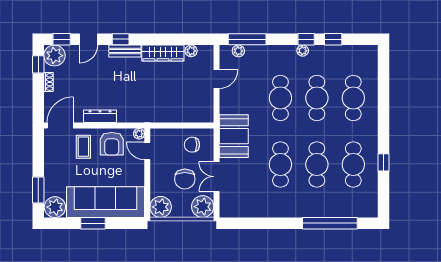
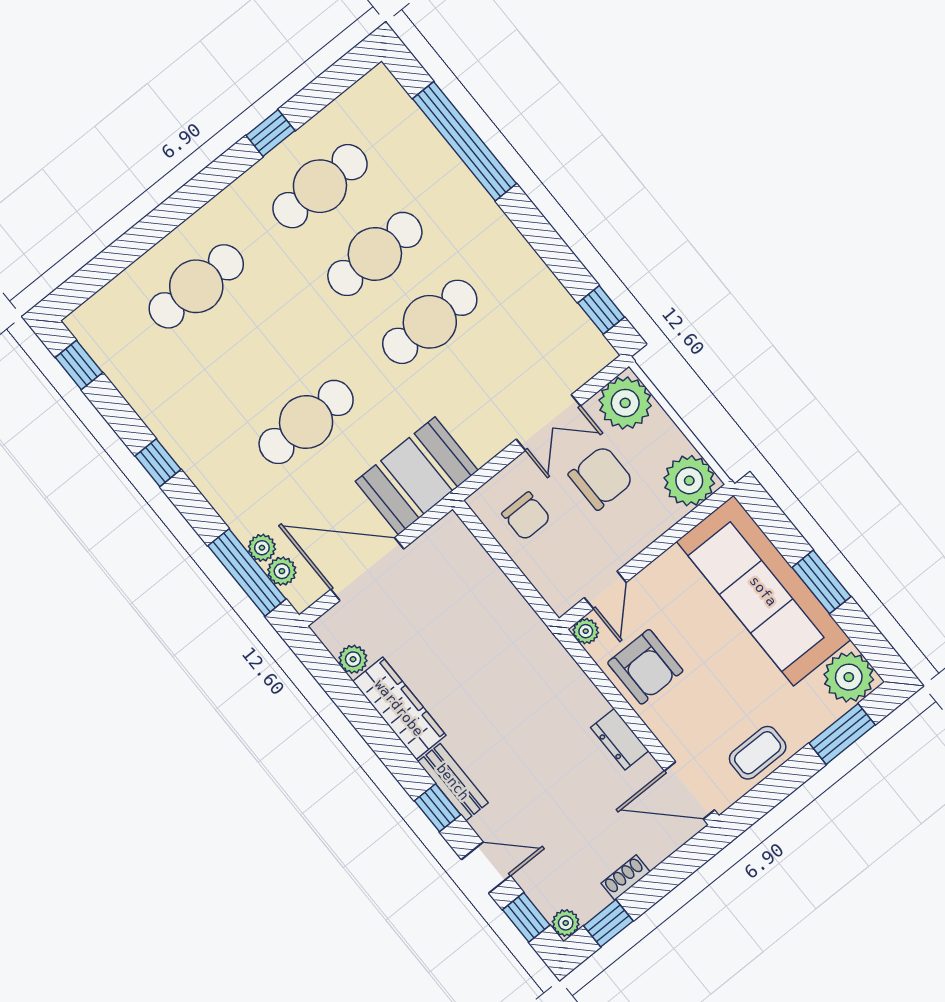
window: (333, 39) -> (79, 365), moved
plant: (303, 51) -> (262, 548), moved
plant: (54, 56) -> (566, 923), width x0.53, depth x0.53
door: (217, 79) -> (367, 569), width x1.88
cafe table: (317, 98) -> (251, 354), removed
dresser: (100, 116) -> (620, 739), width x0.70
booth: (234, 136) -> (417, 476), moved
armchair: (112, 144) -> (645, 667), turned 90
coffee table: (83, 147) -> (758, 753), moved
window: (239, 223) -> (601, 310), added

